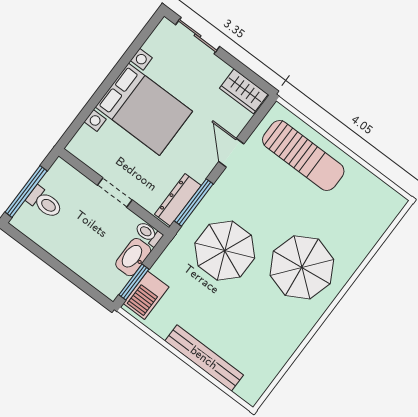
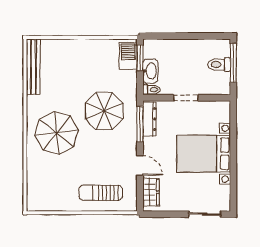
wardrobe: (244, 91) -> (151, 192), moved, turned 90
sun lounger: (303, 155) -> (101, 193), width x0.73, depth x0.75
bench: (204, 358) -> (33, 67), moved, turned 90

